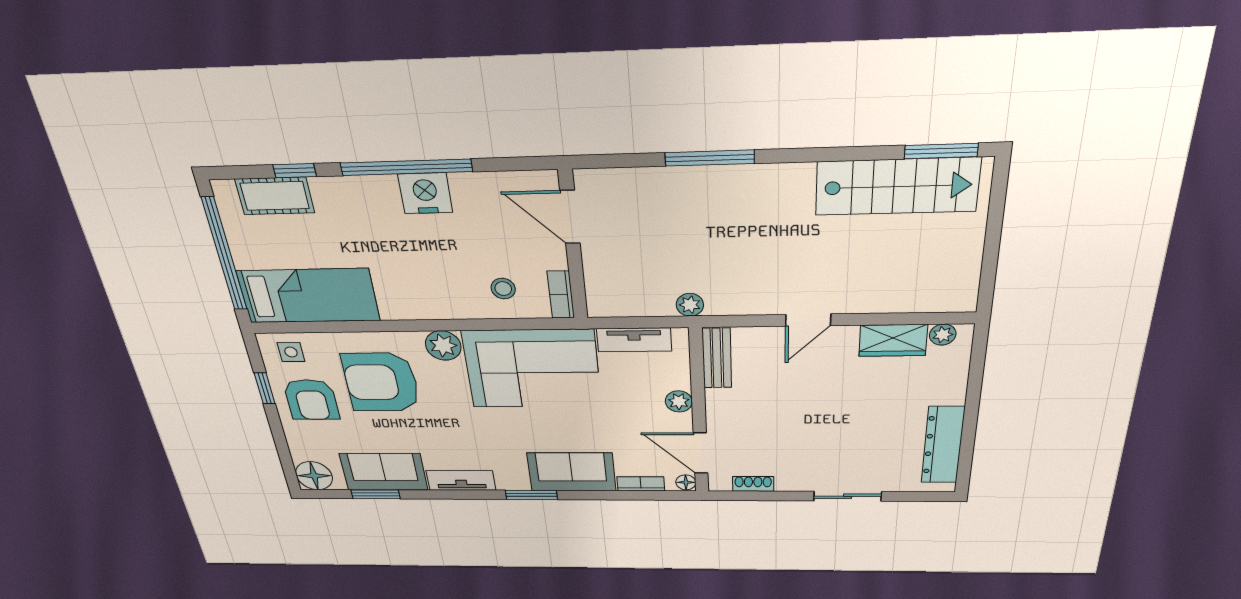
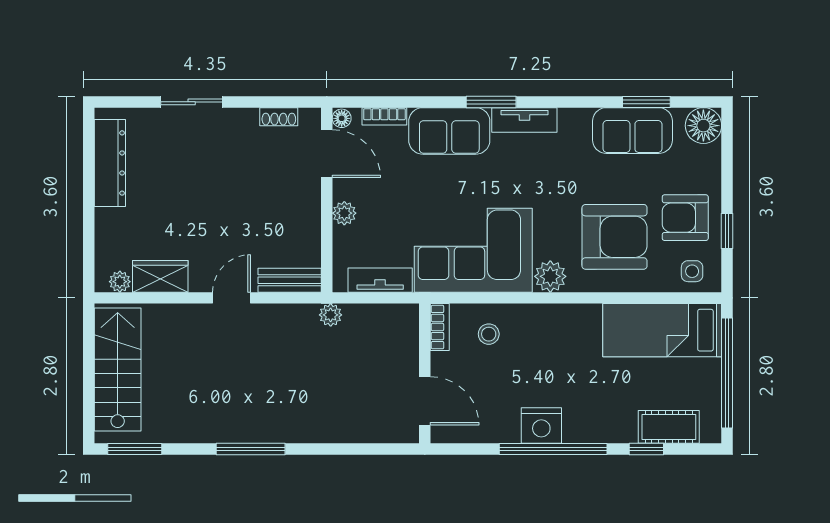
window: (710, 158) -> (251, 449), moved
stairs: (897, 186) -> (118, 369), moved, turned 90
bench: (717, 358) -> (290, 280), moved, turned 90
armchair: (311, 400) -> (685, 218), turned -90
tv unit: (461, 480) -> (524, 120), moved

